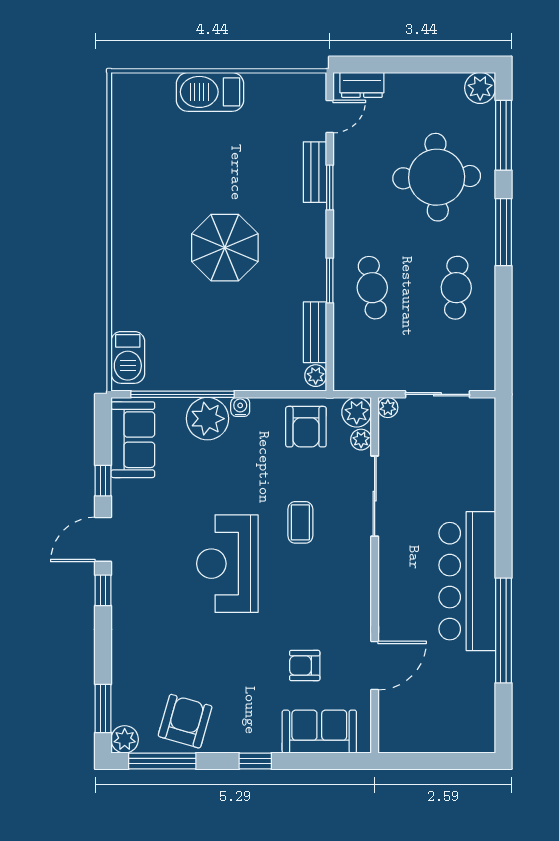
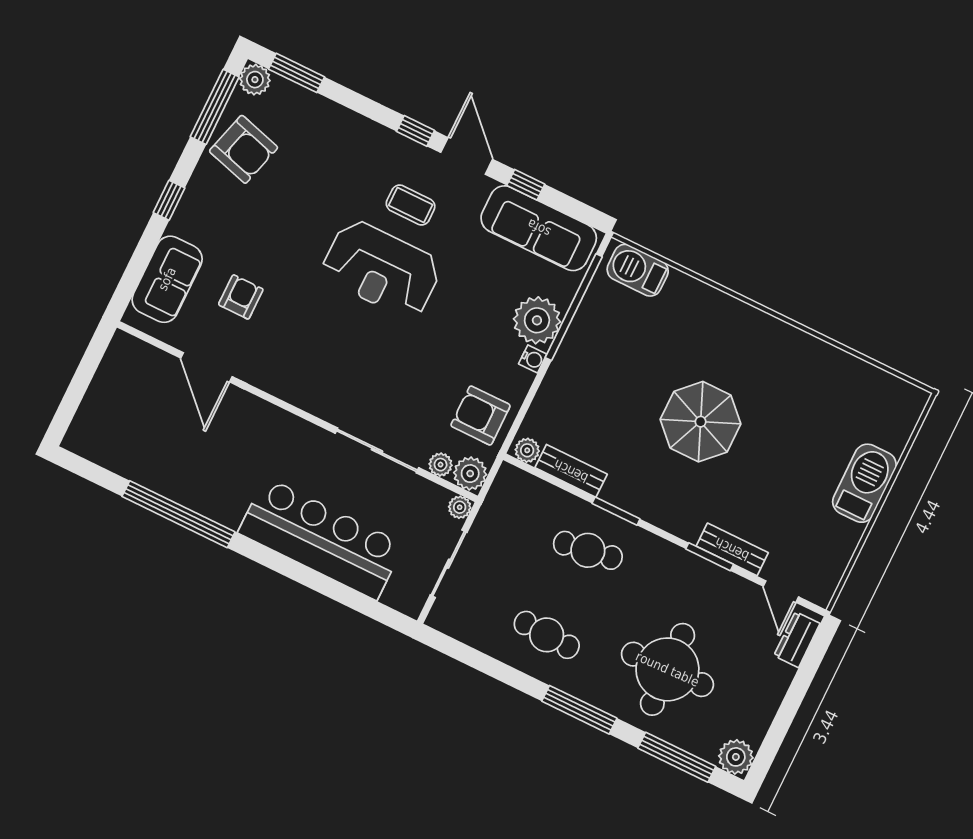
sofa: (133, 440) -> (539, 228), width x1.36
coffee table: (300, 522) -> (411, 205), moved
reception desk: (227, 564) -> (381, 269), turned 180
bar counter: (467, 581) -> (321, 539), moved

